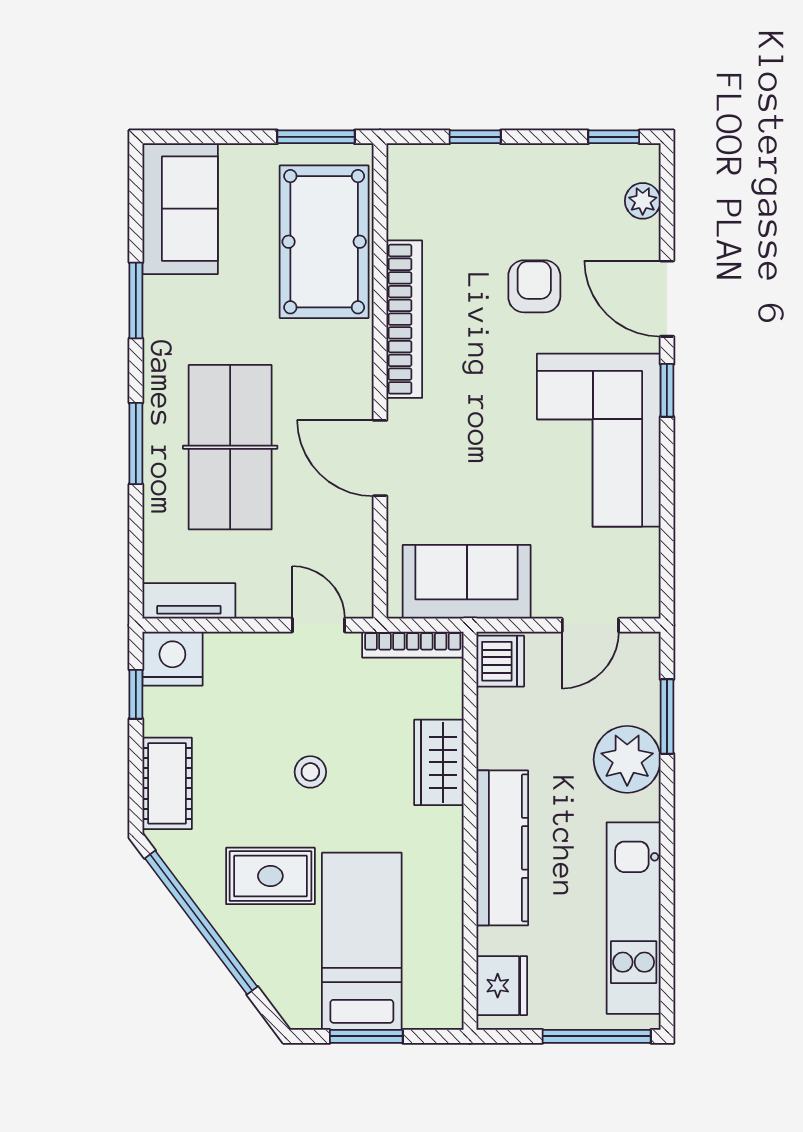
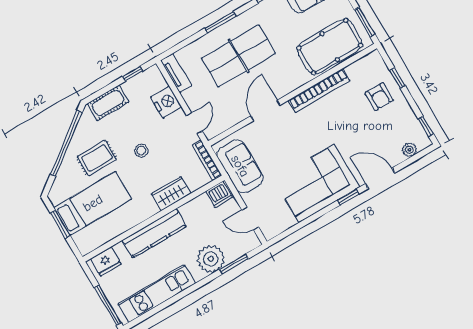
armchair: (534, 286) -> (379, 97), moved, turned 90
door: (667, 299) -> (380, 178), hinge flipped
nightstand: (172, 659) -> (166, 102), moved
rug: (270, 876) -> (97, 158), turned 90

